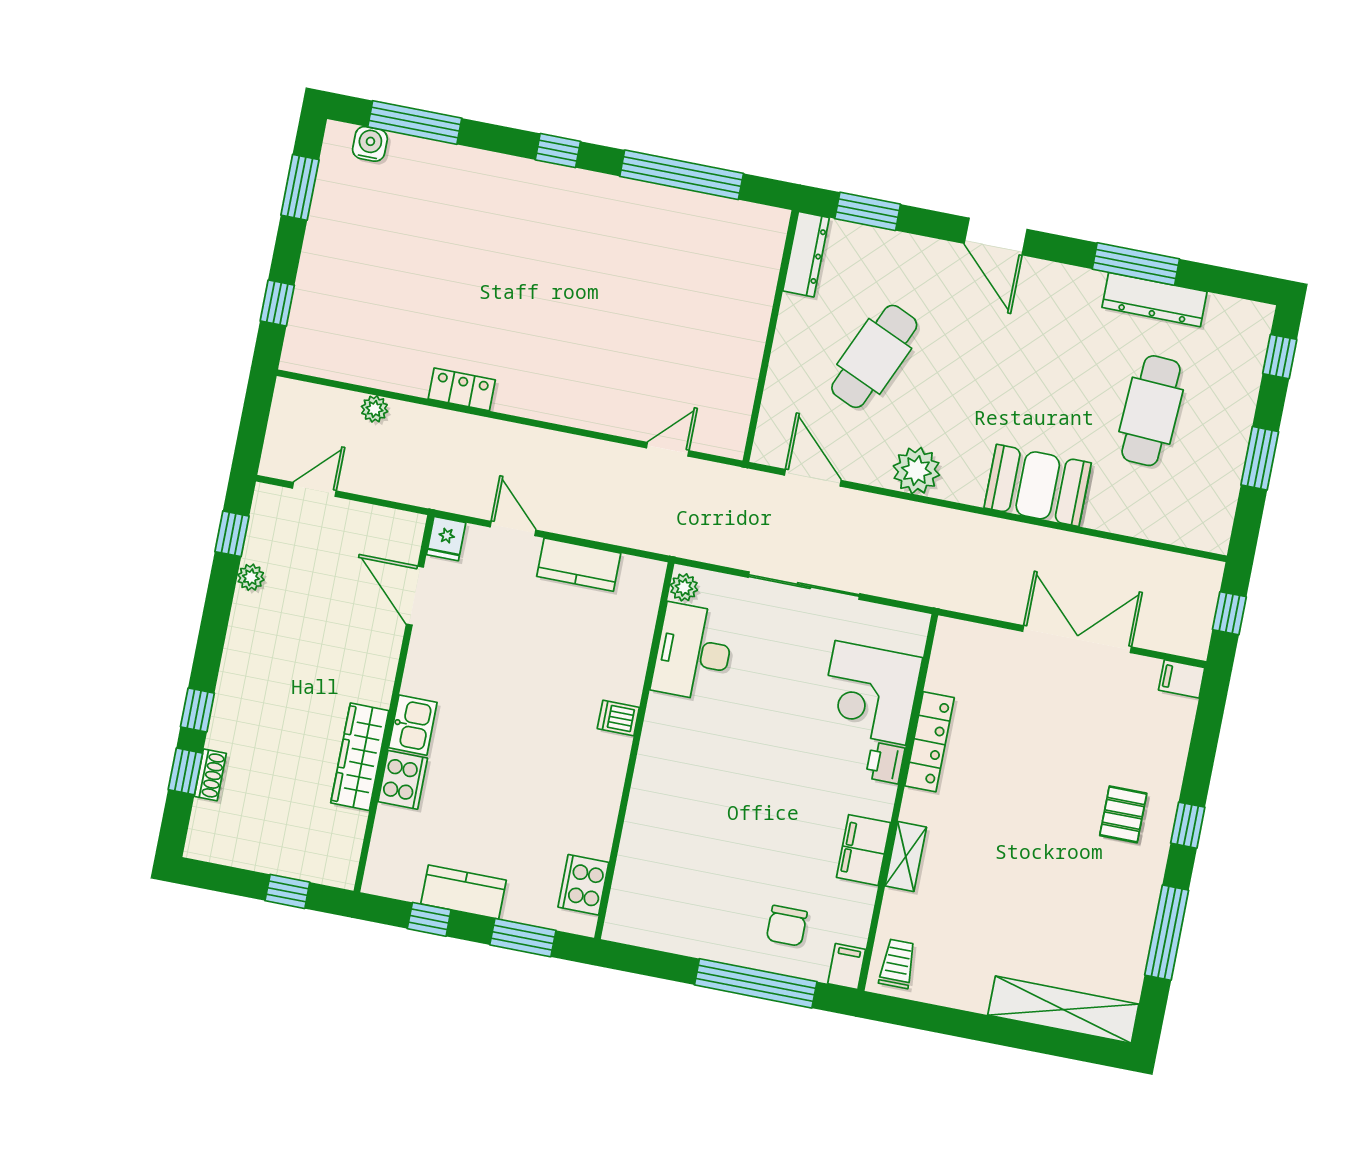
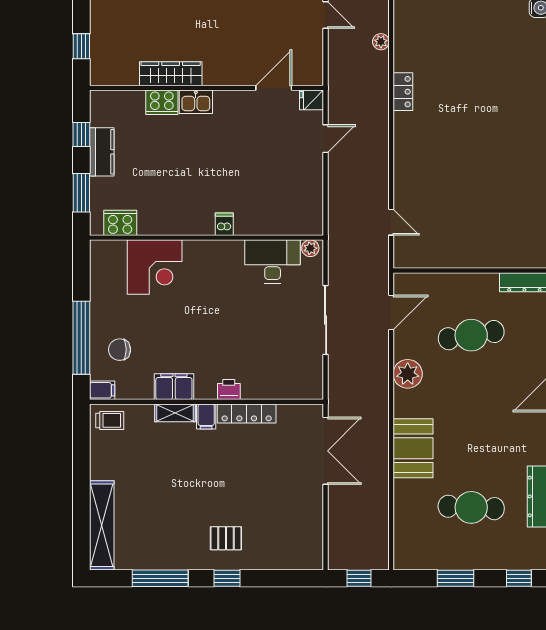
cafe table: (874, 356) -> (471, 335), turned -33
kitchen counter: (579, 565) -> (312, 182), removed
double door: (1077, 639) -> (326, 451), moved
filing cabinet: (1182, 679) -> (206, 416), moved, turned 180
corner desk: (870, 693) -> (155, 267), moved, turned 180

